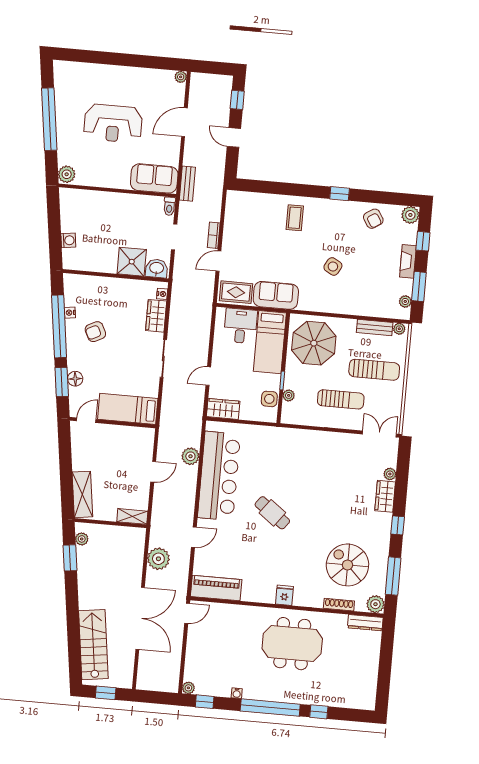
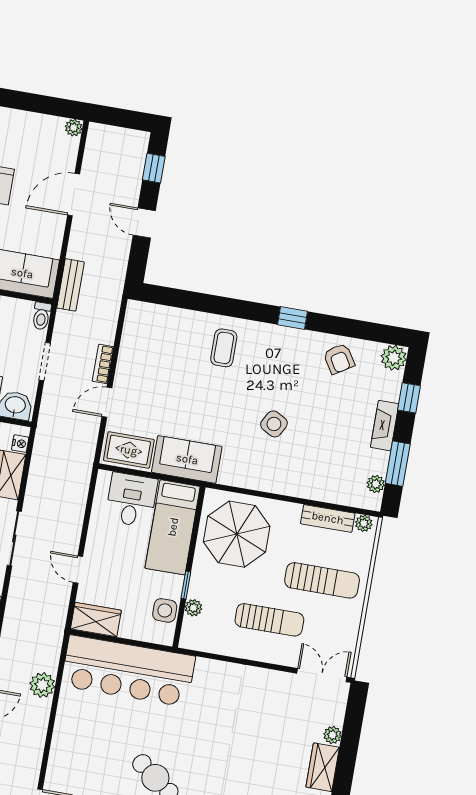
door: (208, 376) -> (78, 570), hinge flipped
bar counter: (219, 476) -> (128, 671), moved, turned 90

